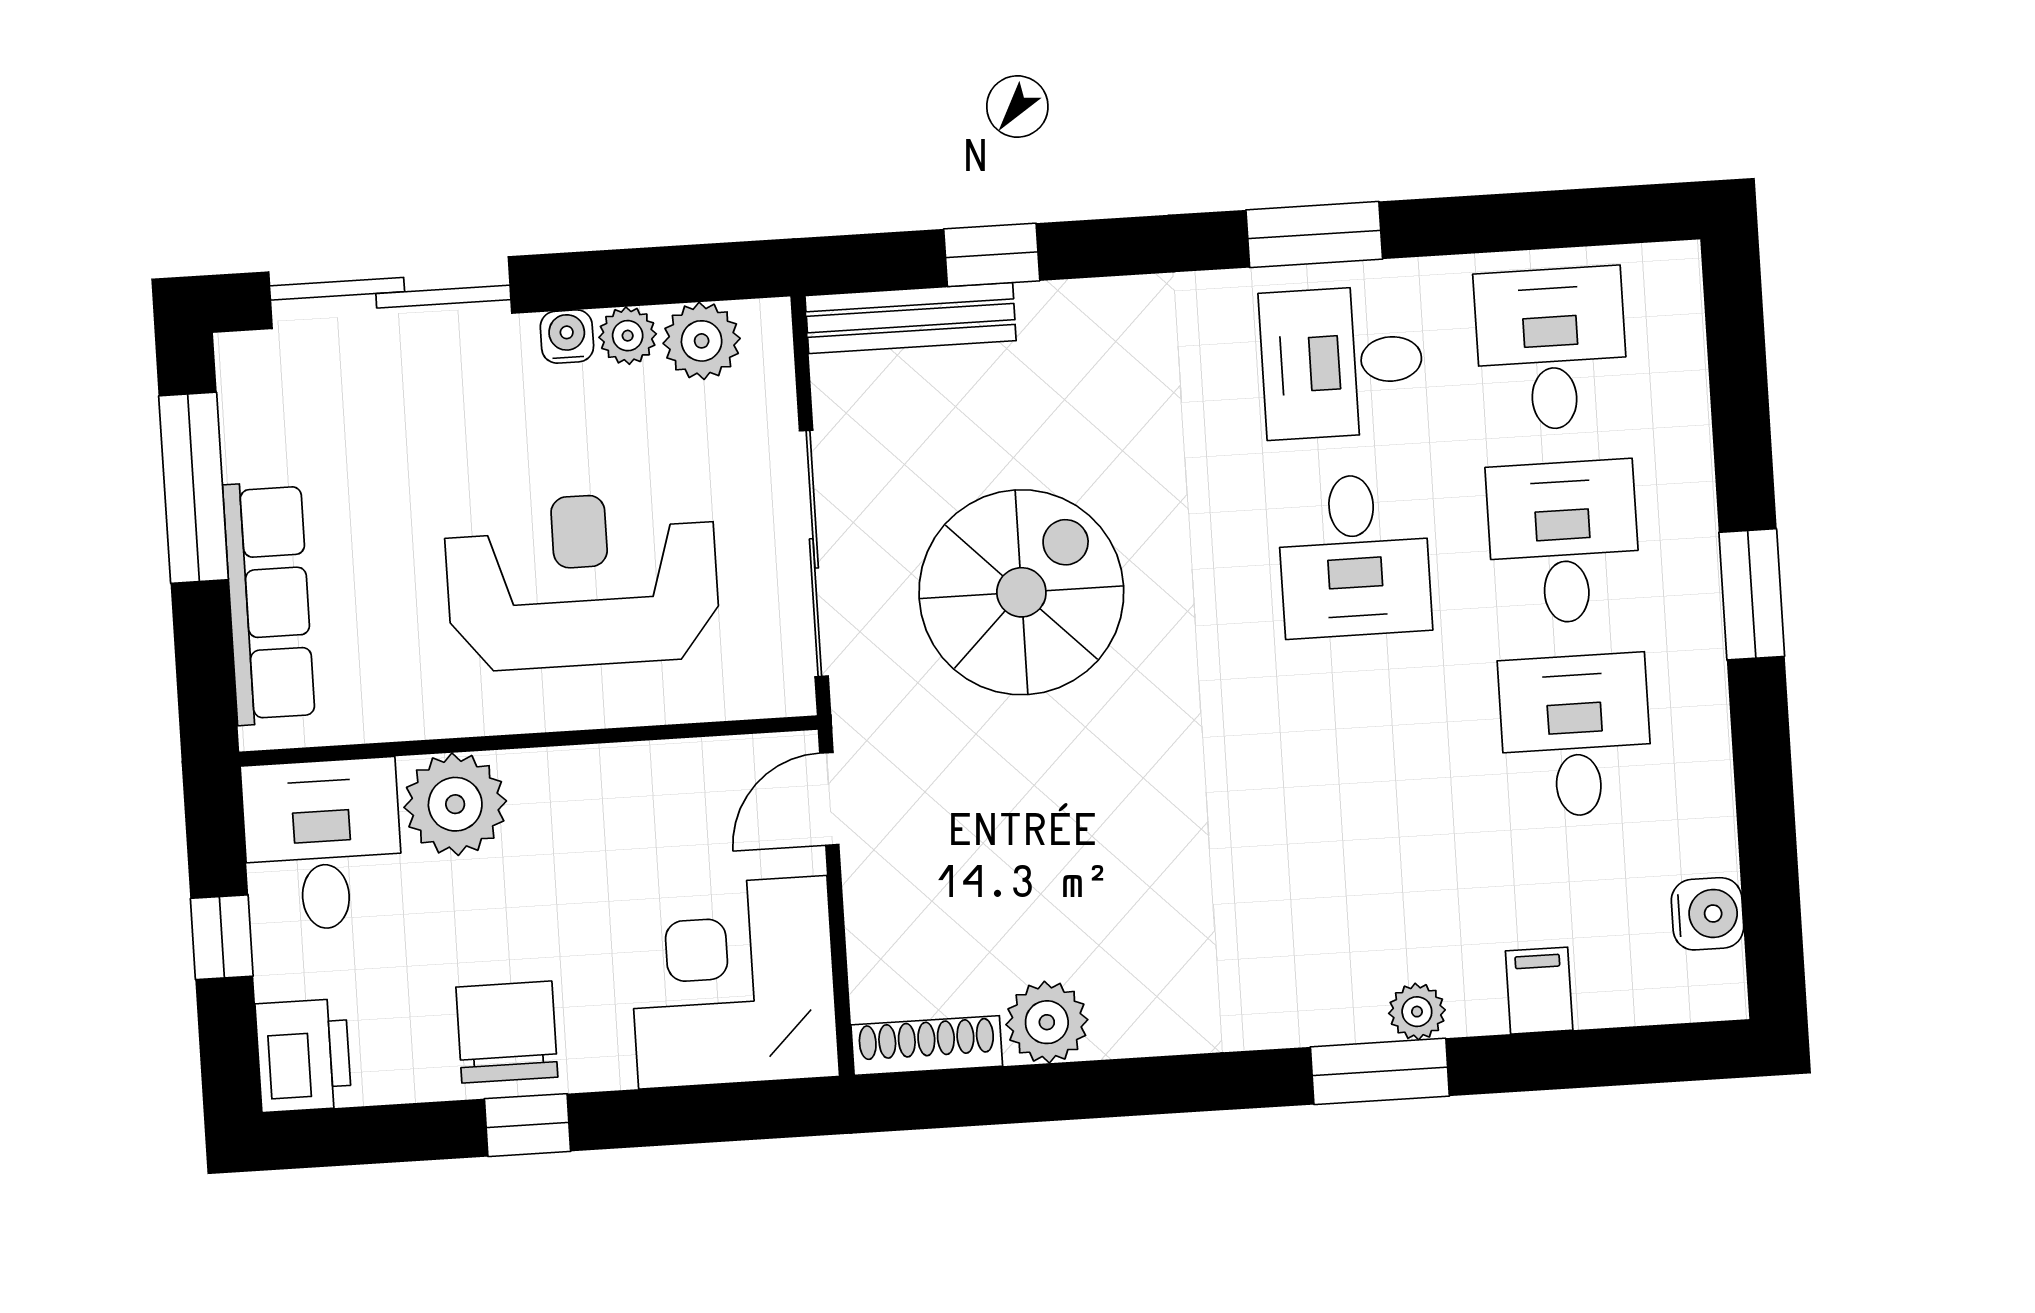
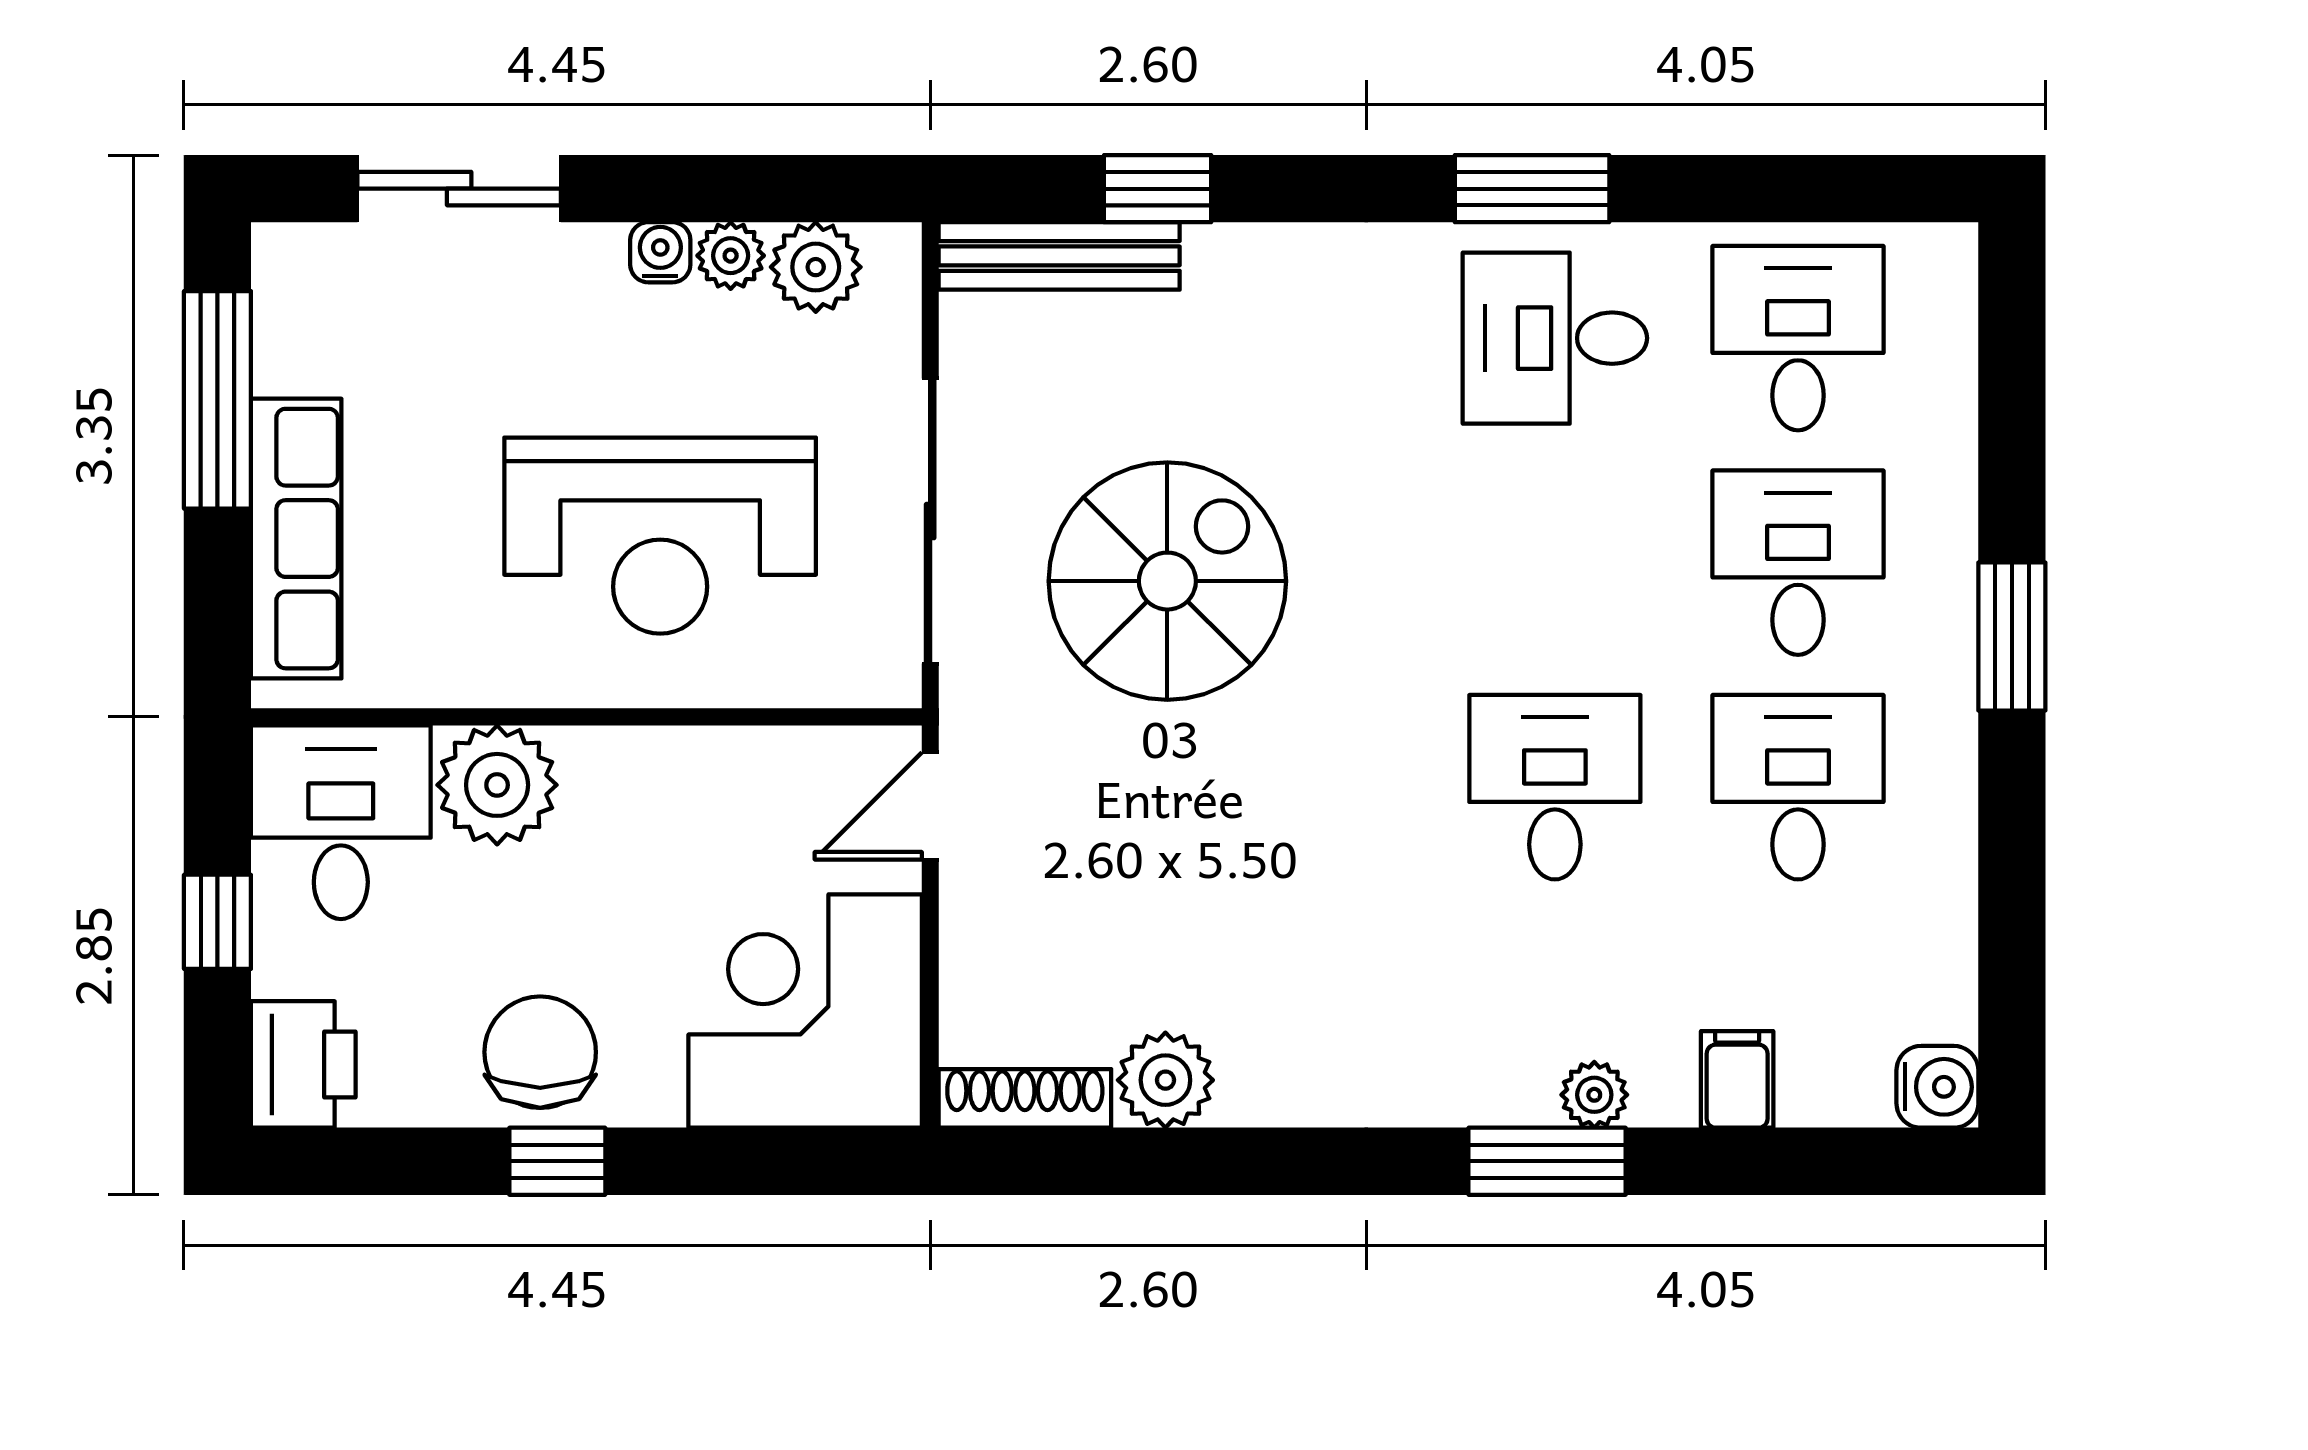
sliding door: (390, 293) -> (459, 189), width x0.73
desk: (1354, 555) -> (1555, 787), moved, turned 180
reception desk: (582, 581) -> (660, 536), turned 180
water cooler: (1707, 914) -> (1937, 1087), moved

